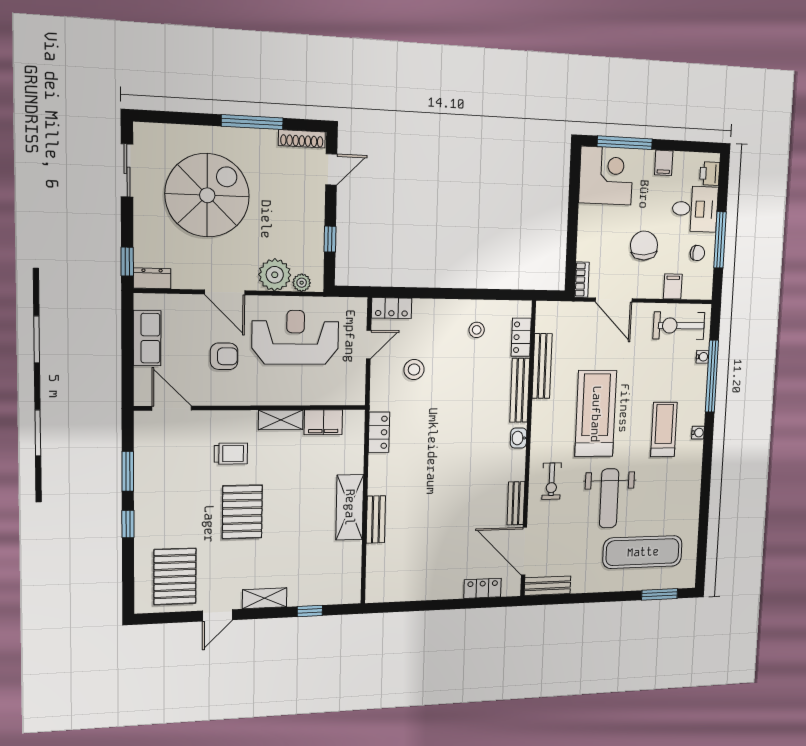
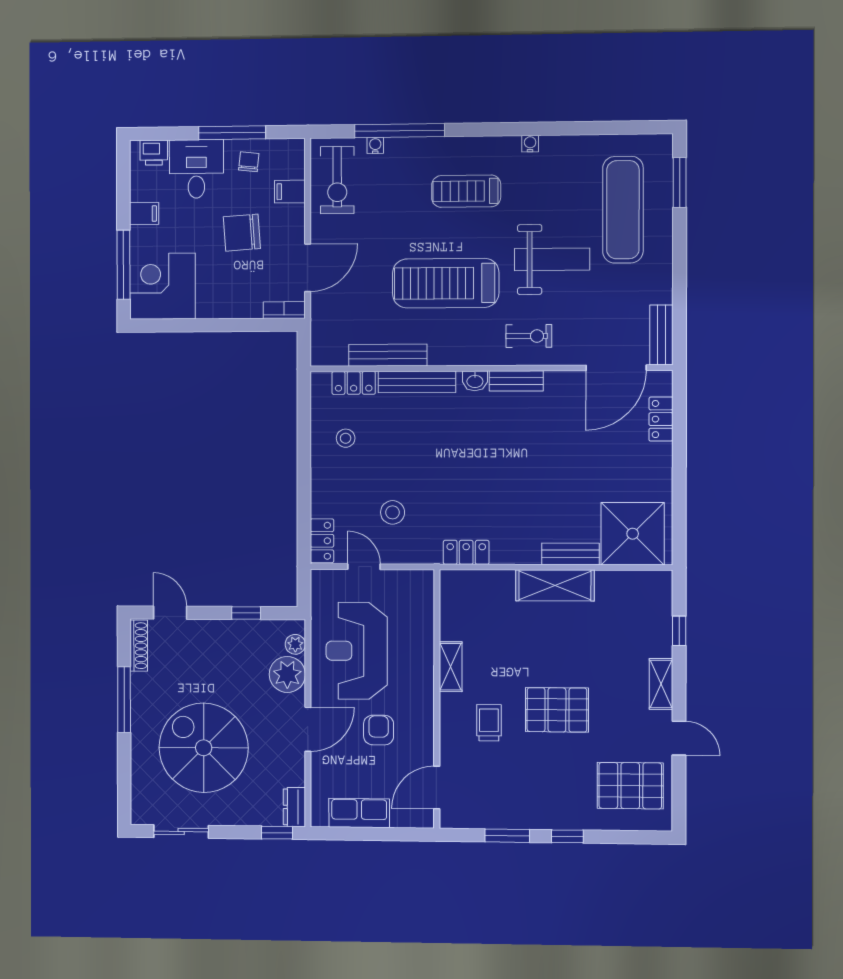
filing cabinet: (323, 422) -> (454, 618), removed
water cooler: (698, 433) -> (530, 144), moved
bench: (516, 503) -> (516, 381), moved
shower: (391, 570) -> (633, 534), added

